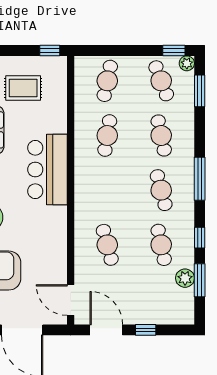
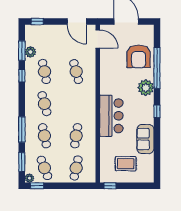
window: (200, 179) -> (22, 129), moved
window: (146, 330) -> (37, 22), moved

